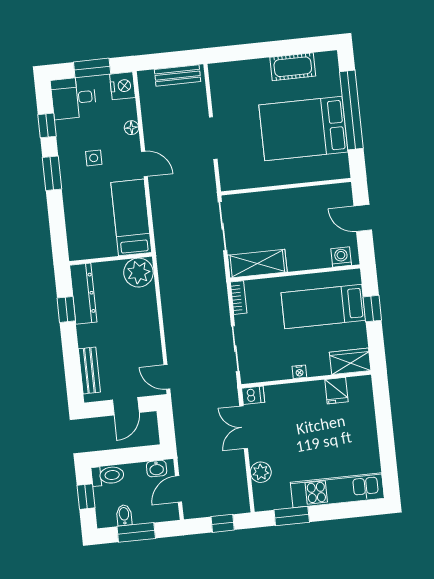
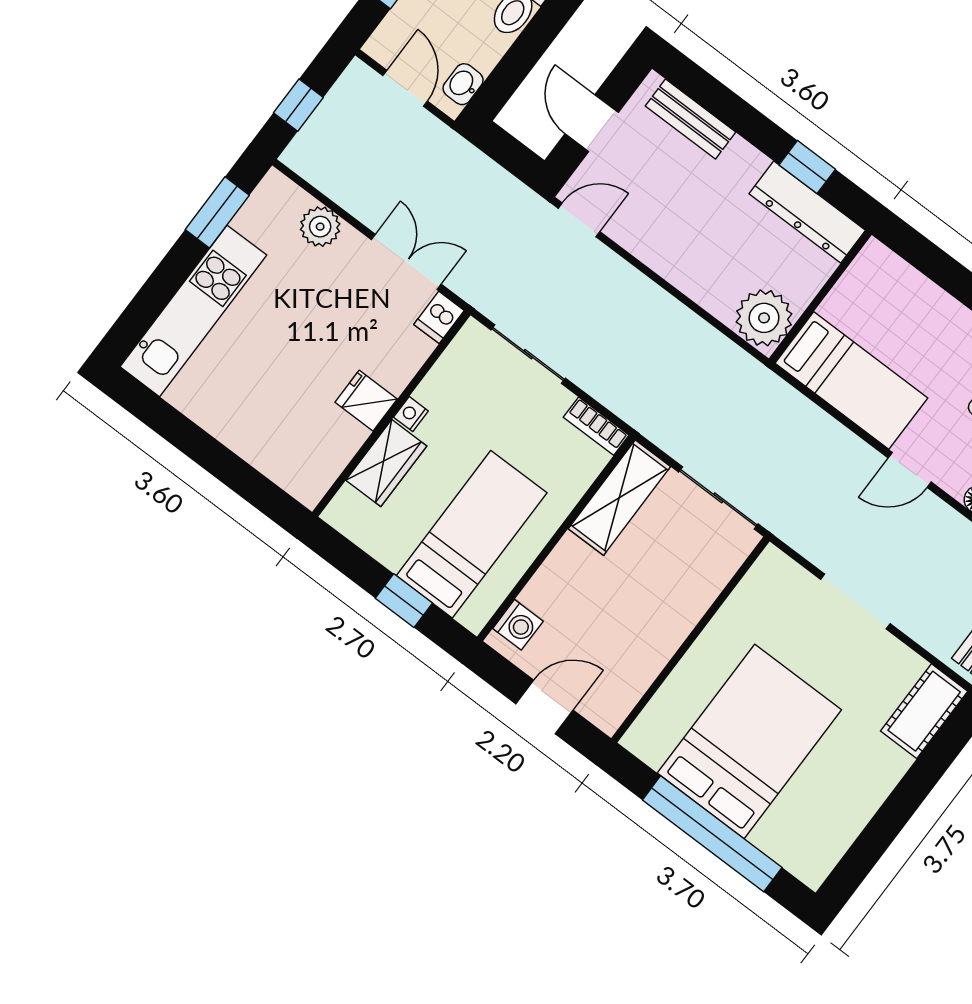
cot: (293, 67) -> (924, 711), moved
wardrobe: (350, 361) -> (386, 463), moved
fridge: (336, 391) -> (366, 401), moved

